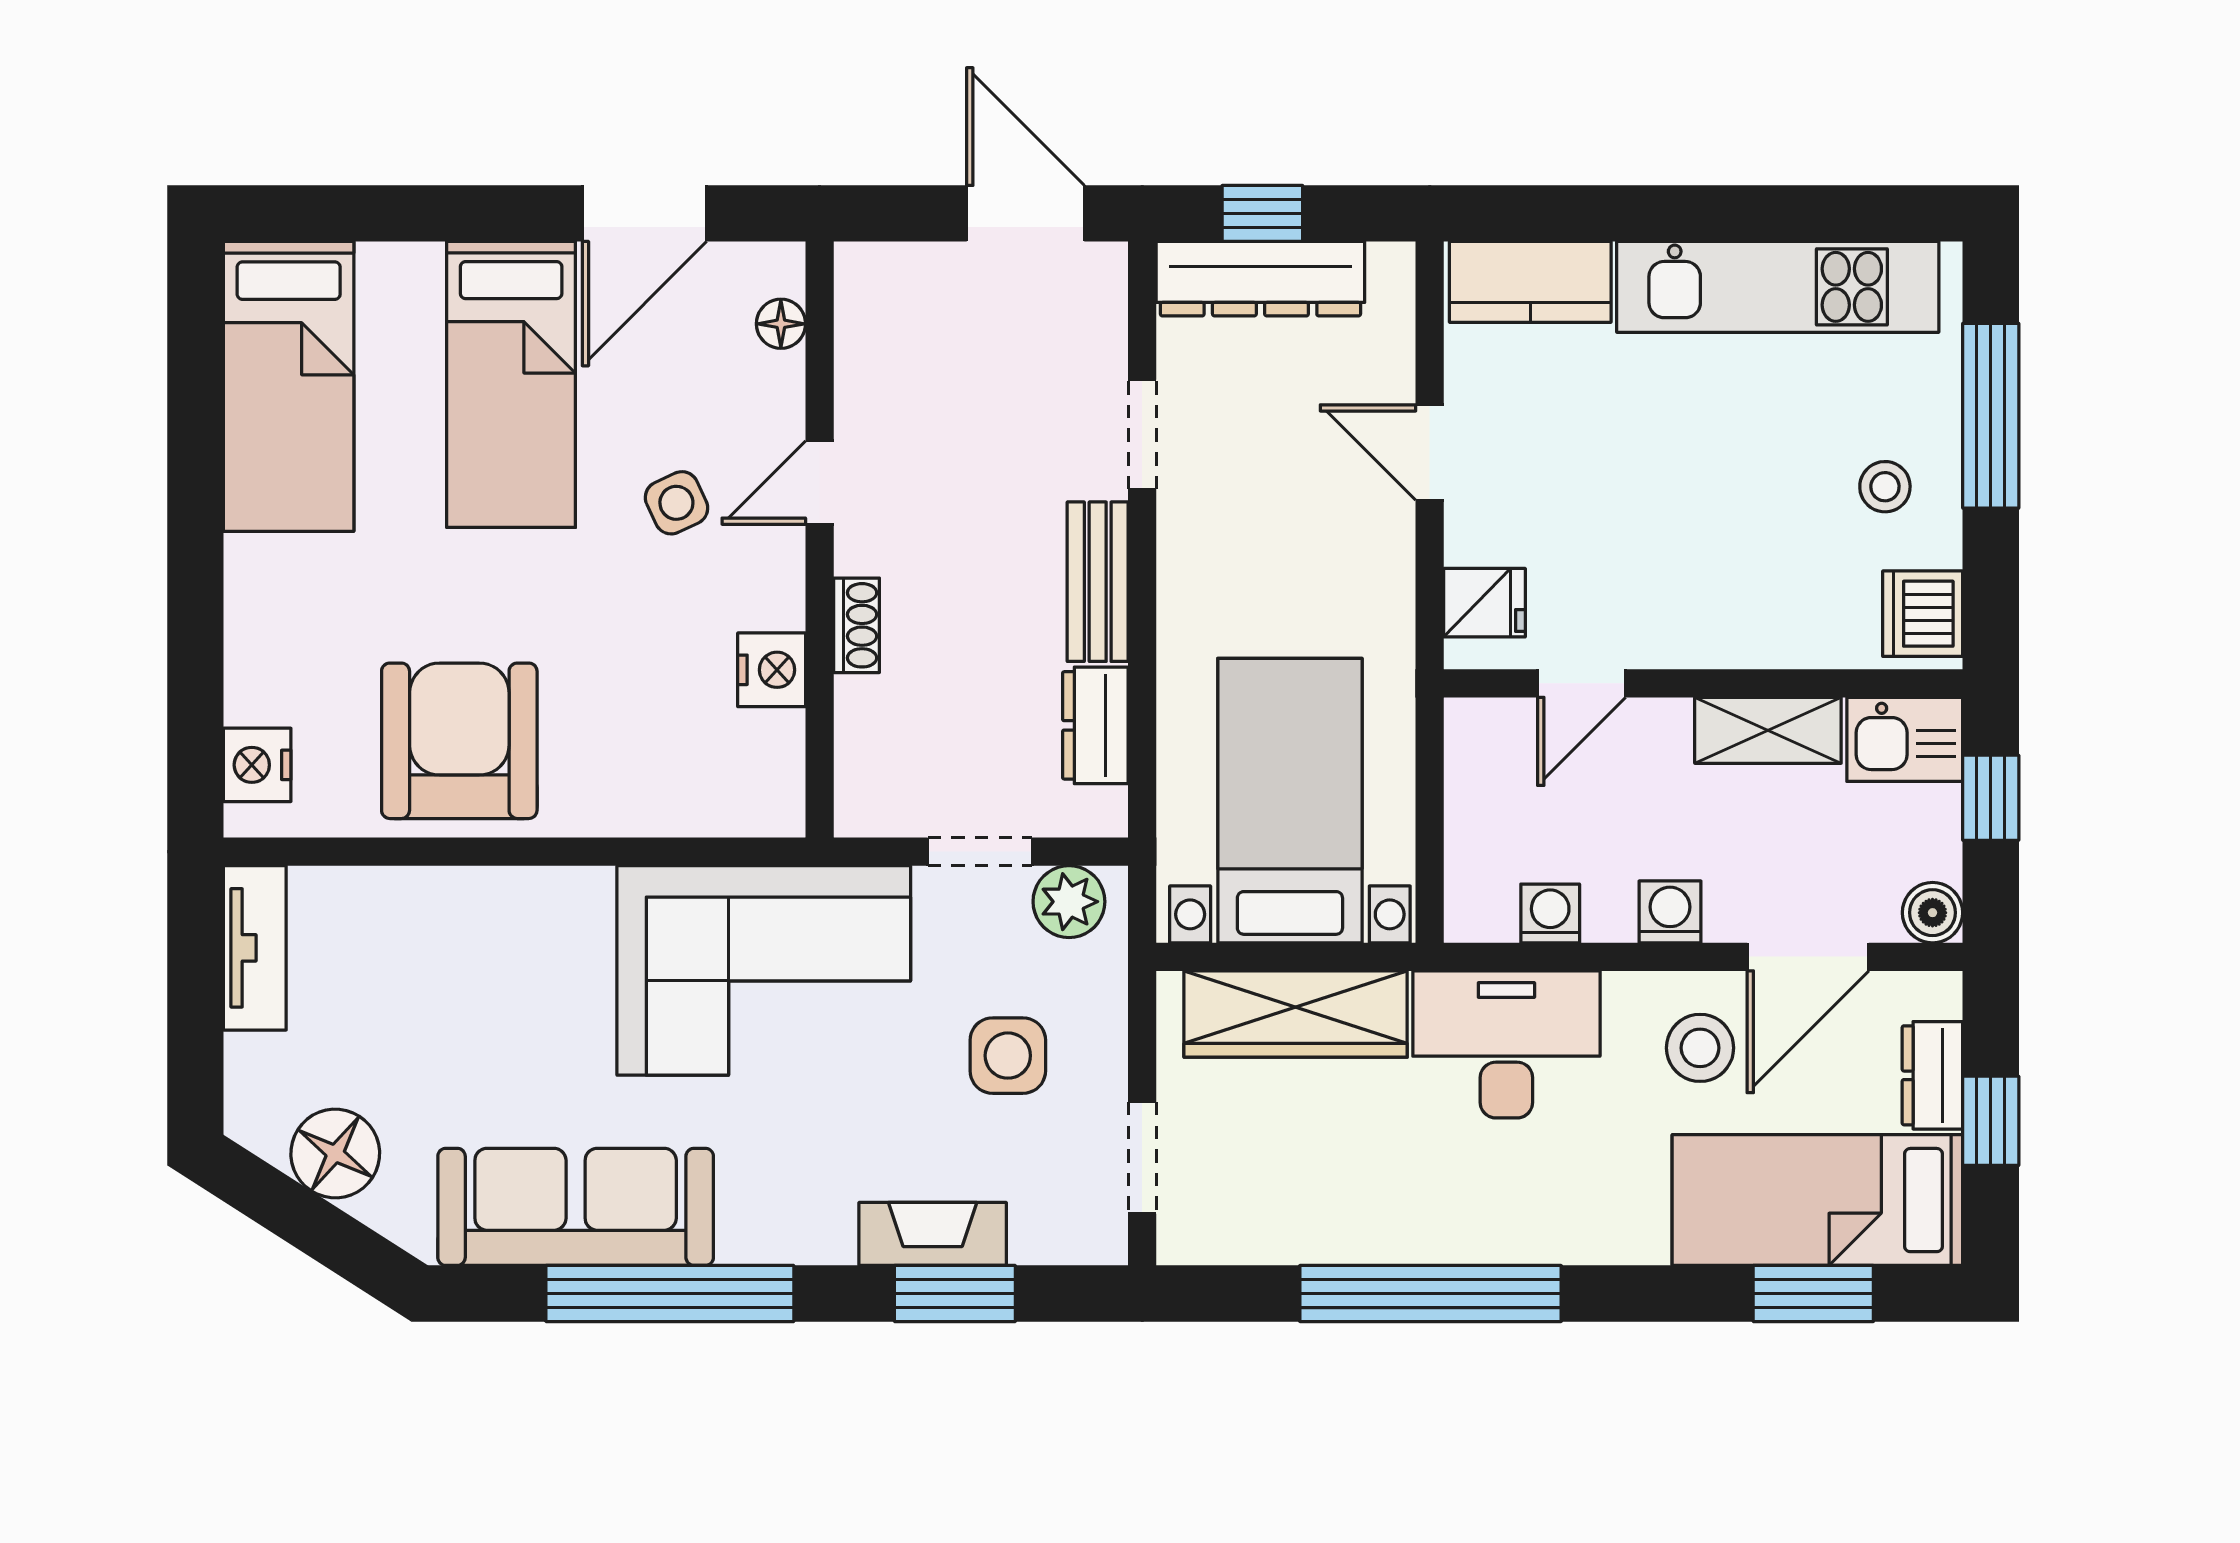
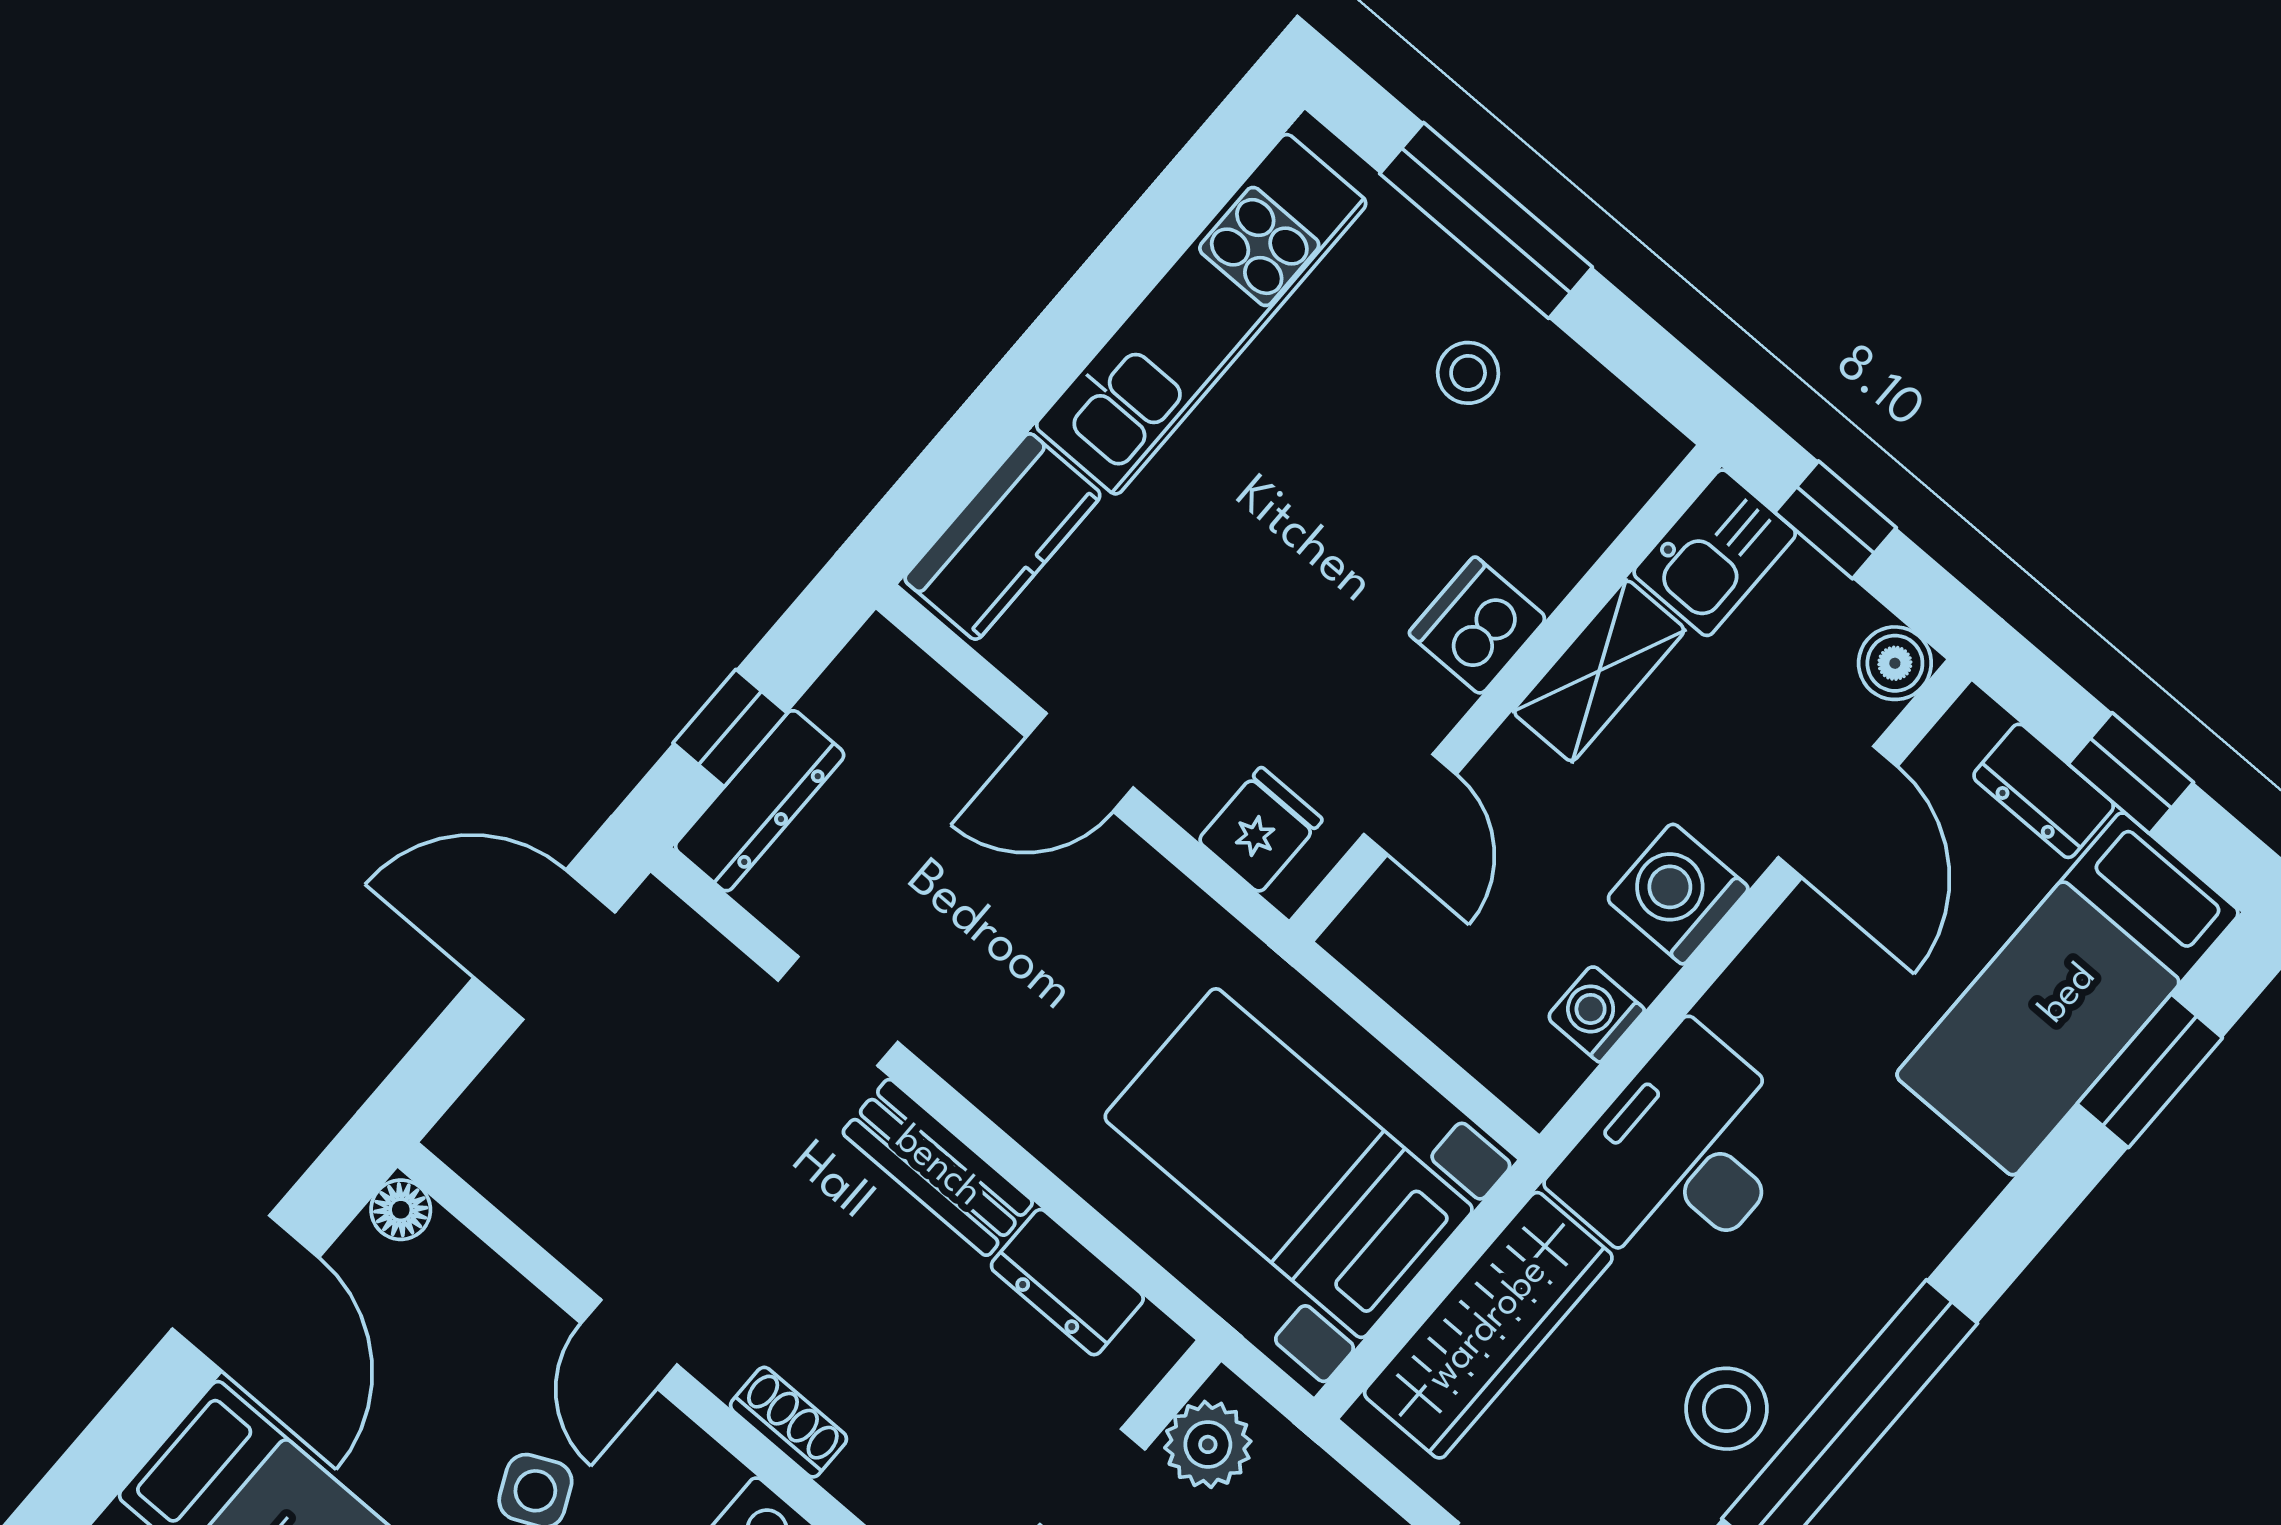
dresser: (1260, 279) -> (760, 801), width x0.73, depth x0.80
floor lamp: (781, 324) -> (401, 1210), moved
dishwasher: (1923, 614) -> (1478, 626), moved, turned 90
washing machine: (1670, 912) -> (1678, 894), width x1.38, depth x1.38
stool: (1700, 1048) -> (1726, 1409), moved

